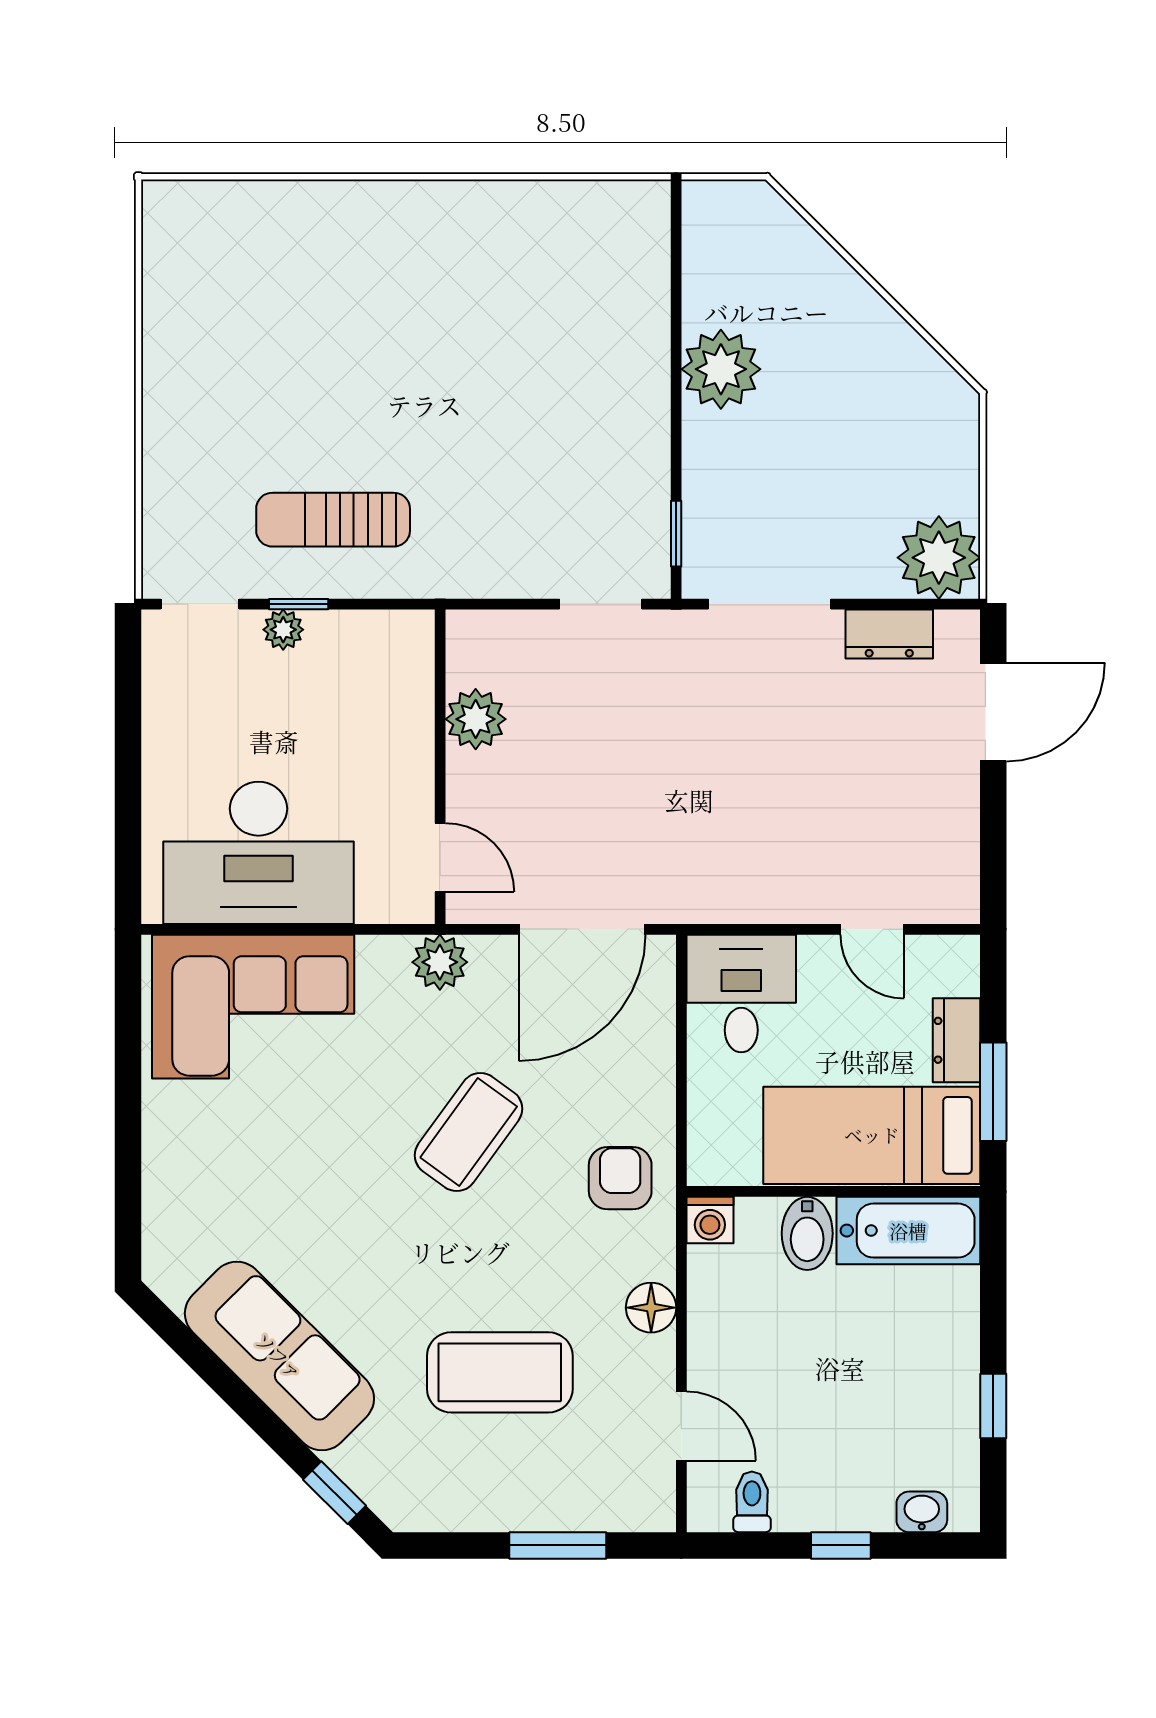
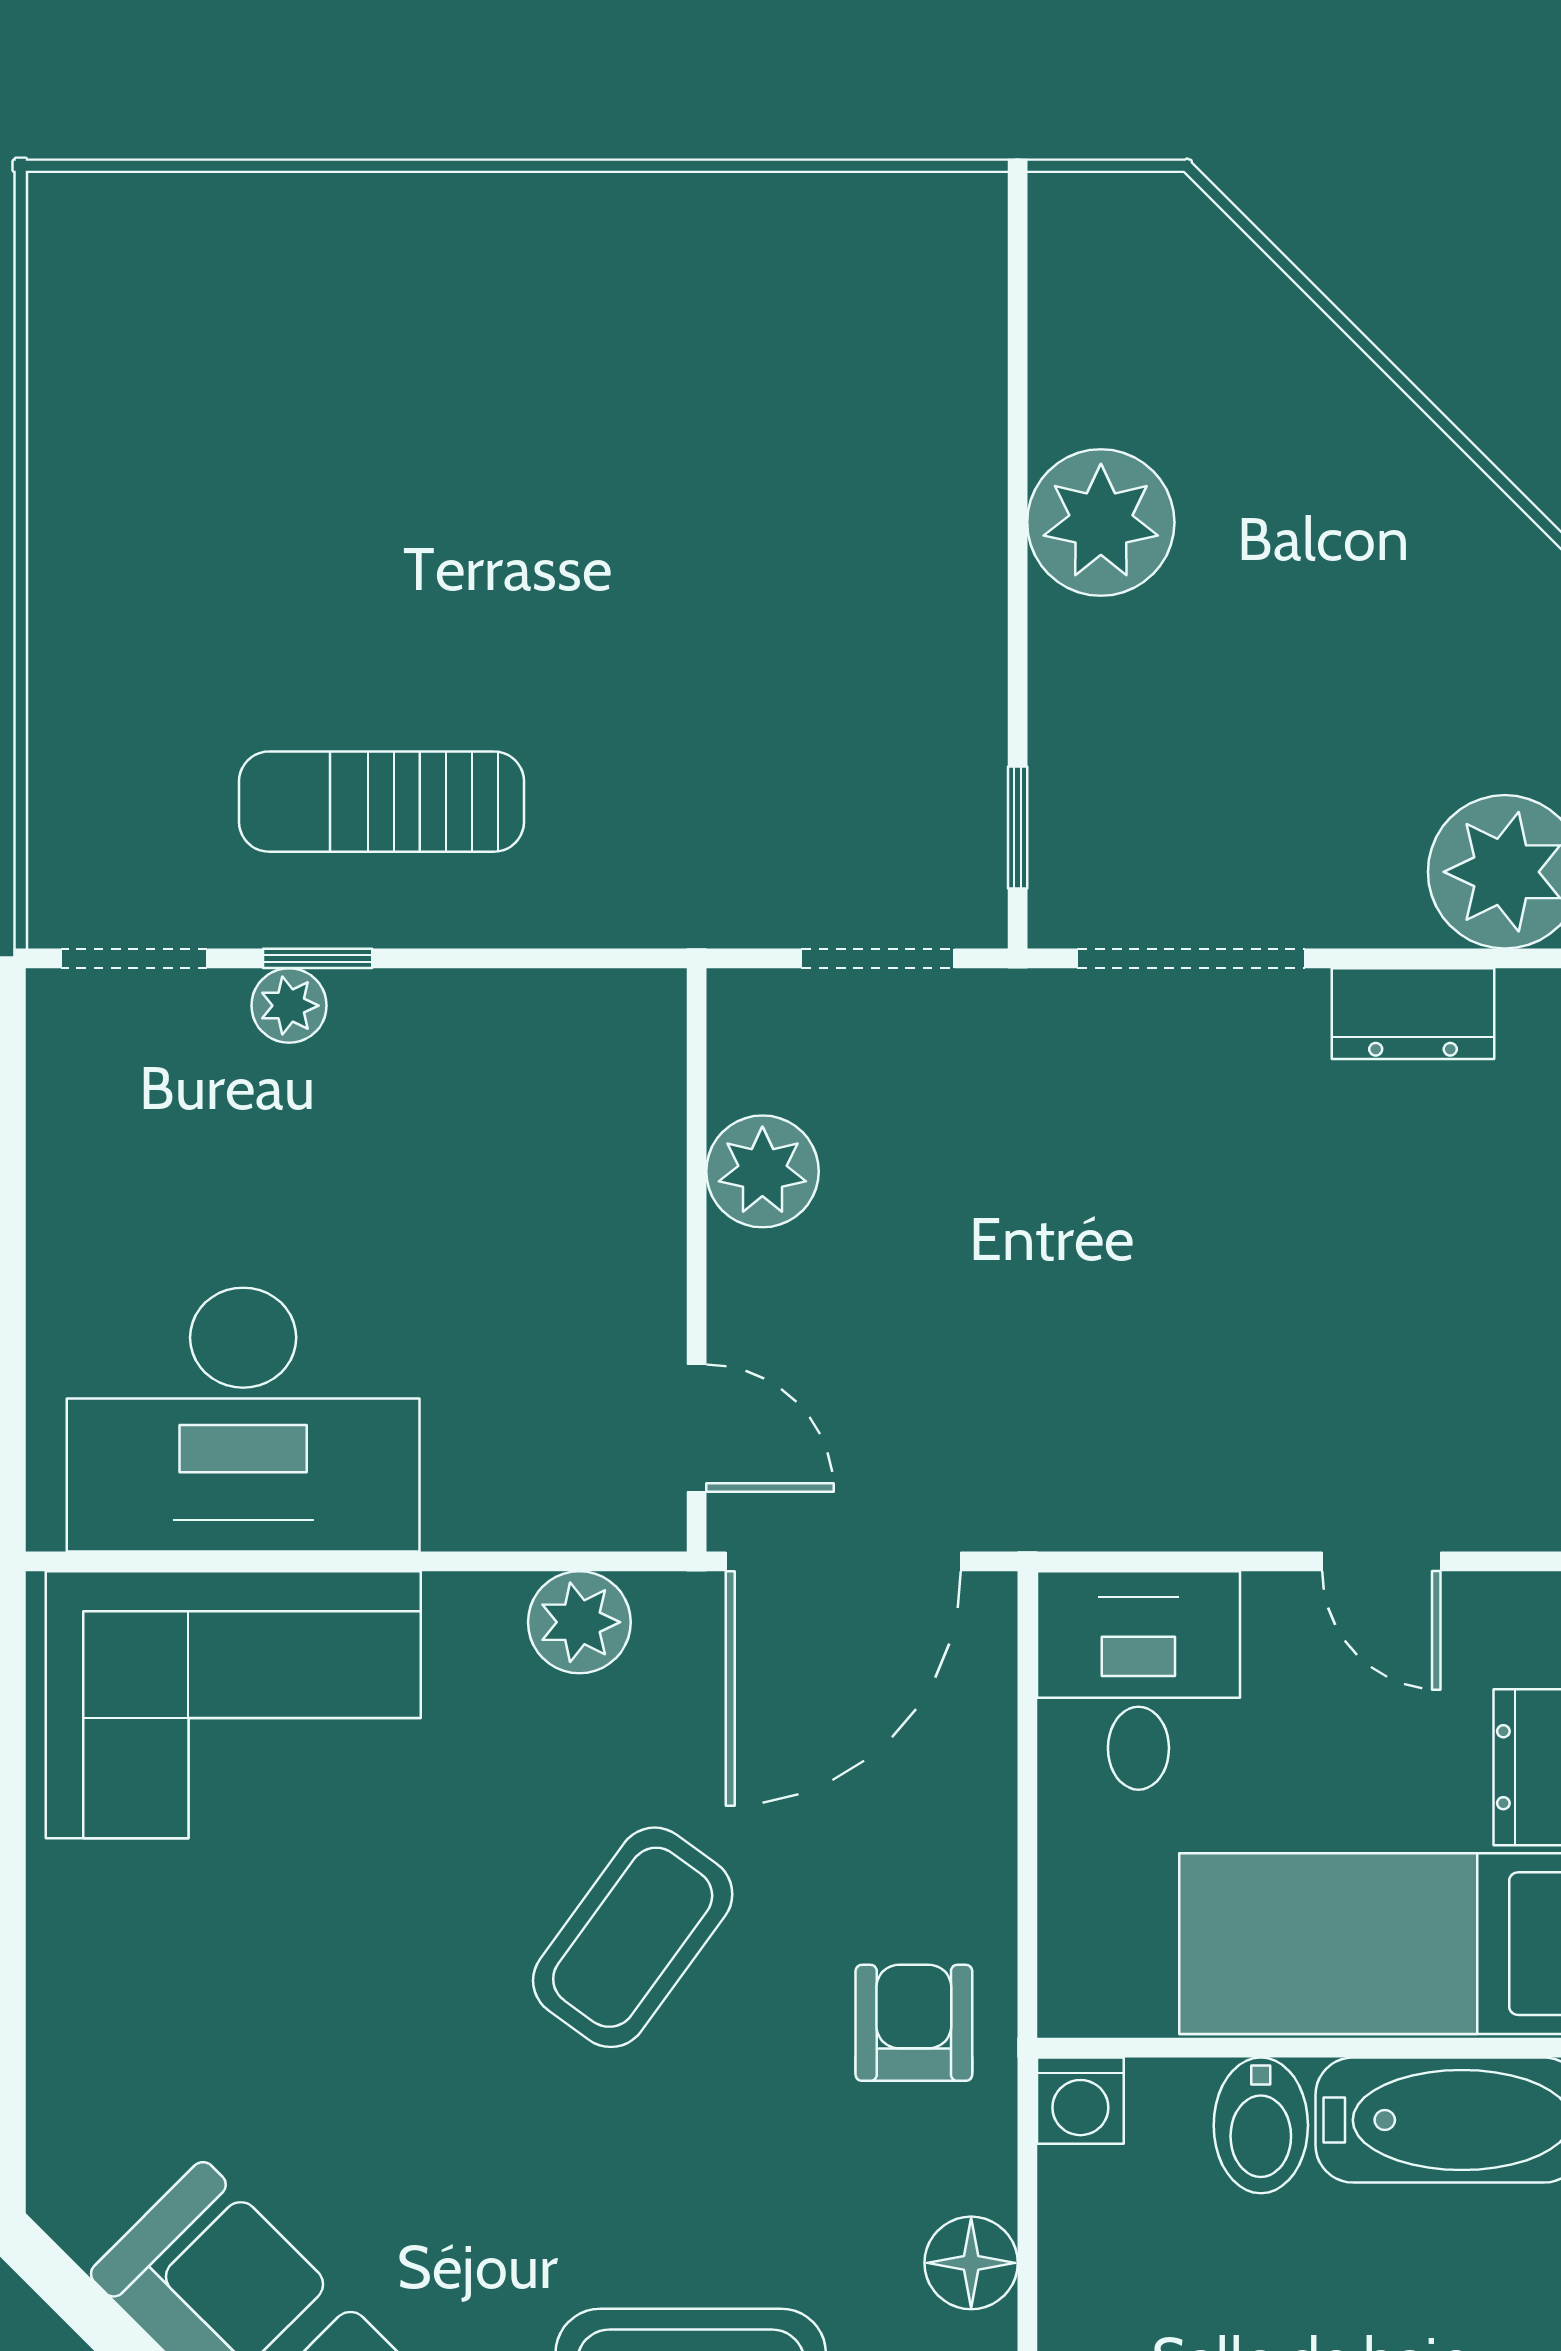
plant: (476, 719) -> (762, 1171), moved
wall: (440, 767) -> (697, 1260), moved
door: (440, 857) -> (697, 1428), moved

